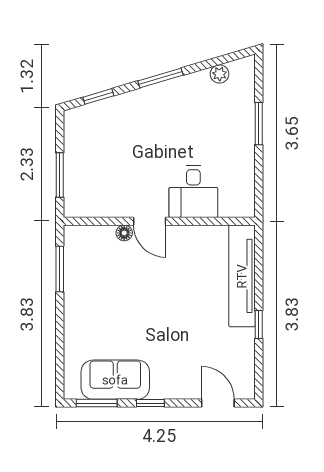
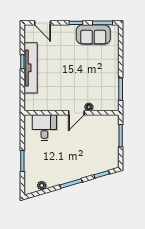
desk: (193, 191) -> (44, 127), moved
door: (150, 221) -> (76, 113), swing flipped
tv unit: (242, 276) -> (31, 68), moved

